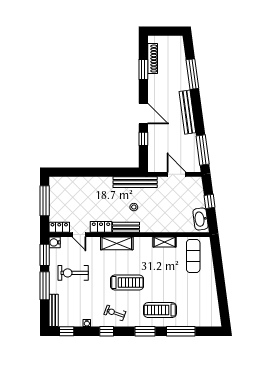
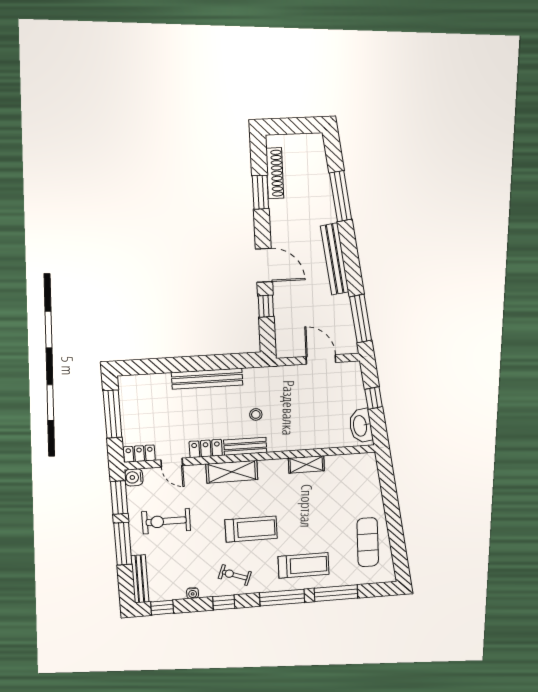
bench: (135, 182) -> (207, 379), moved
exercise mat: (193, 256) -> (368, 542), moved
treadmill: (160, 310) -> (304, 565), turned 180
window: (145, 331) -> (282, 598), width x1.44

